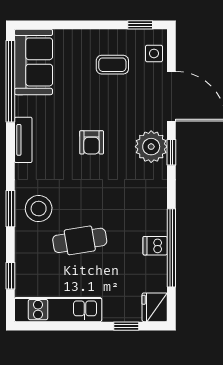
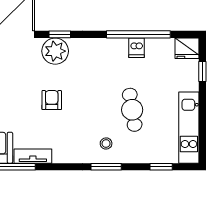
tv unit: (23, 140) -> (33, 156), moved
armchair: (92, 142) -> (52, 100), turned -90
stool: (39, 209) -> (106, 143), width x0.53, depth x0.53

